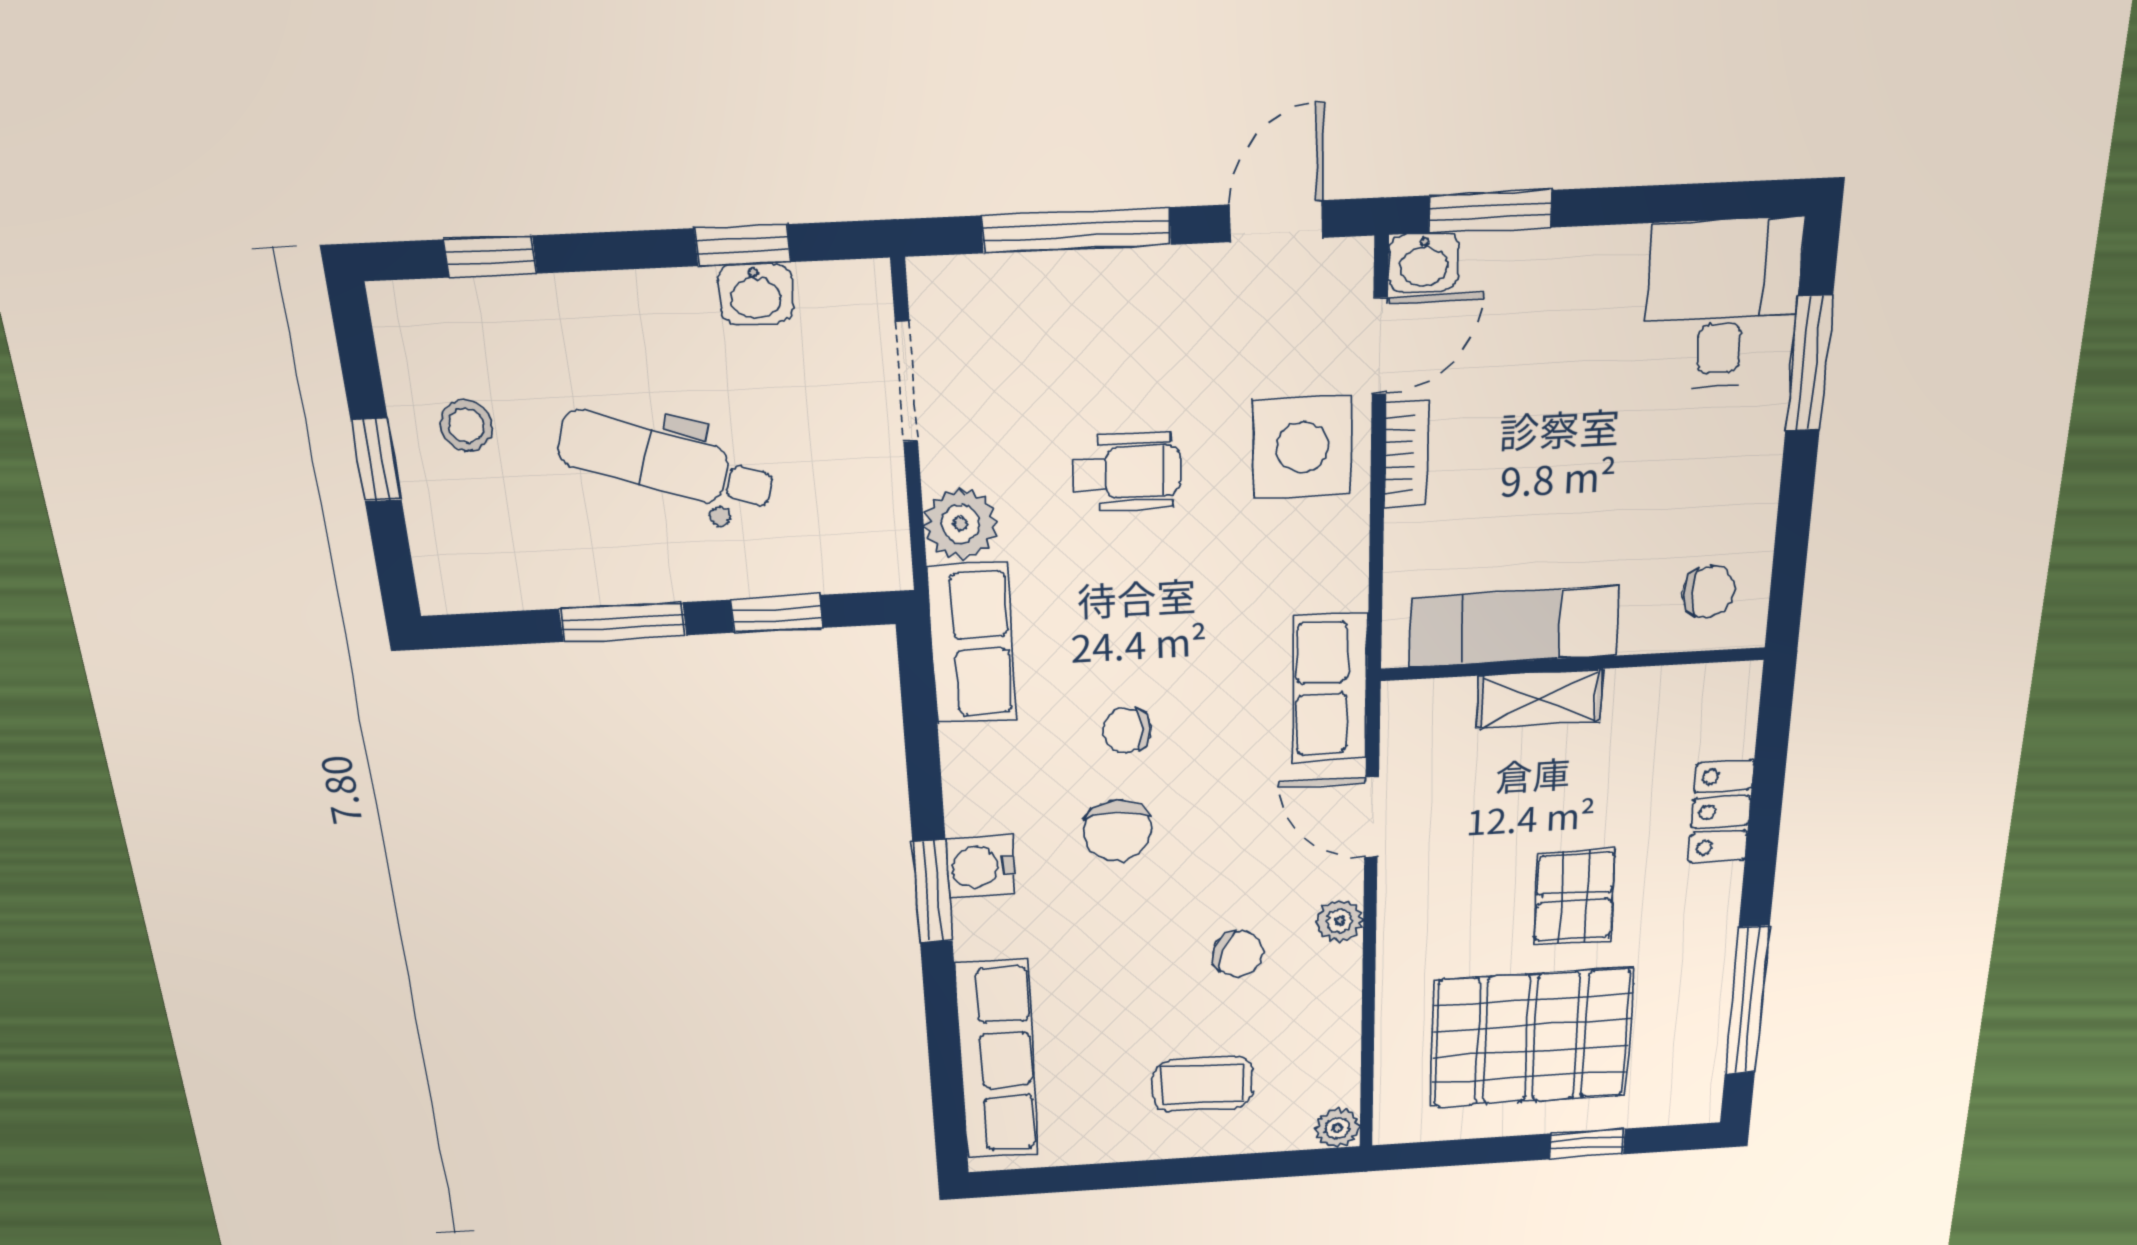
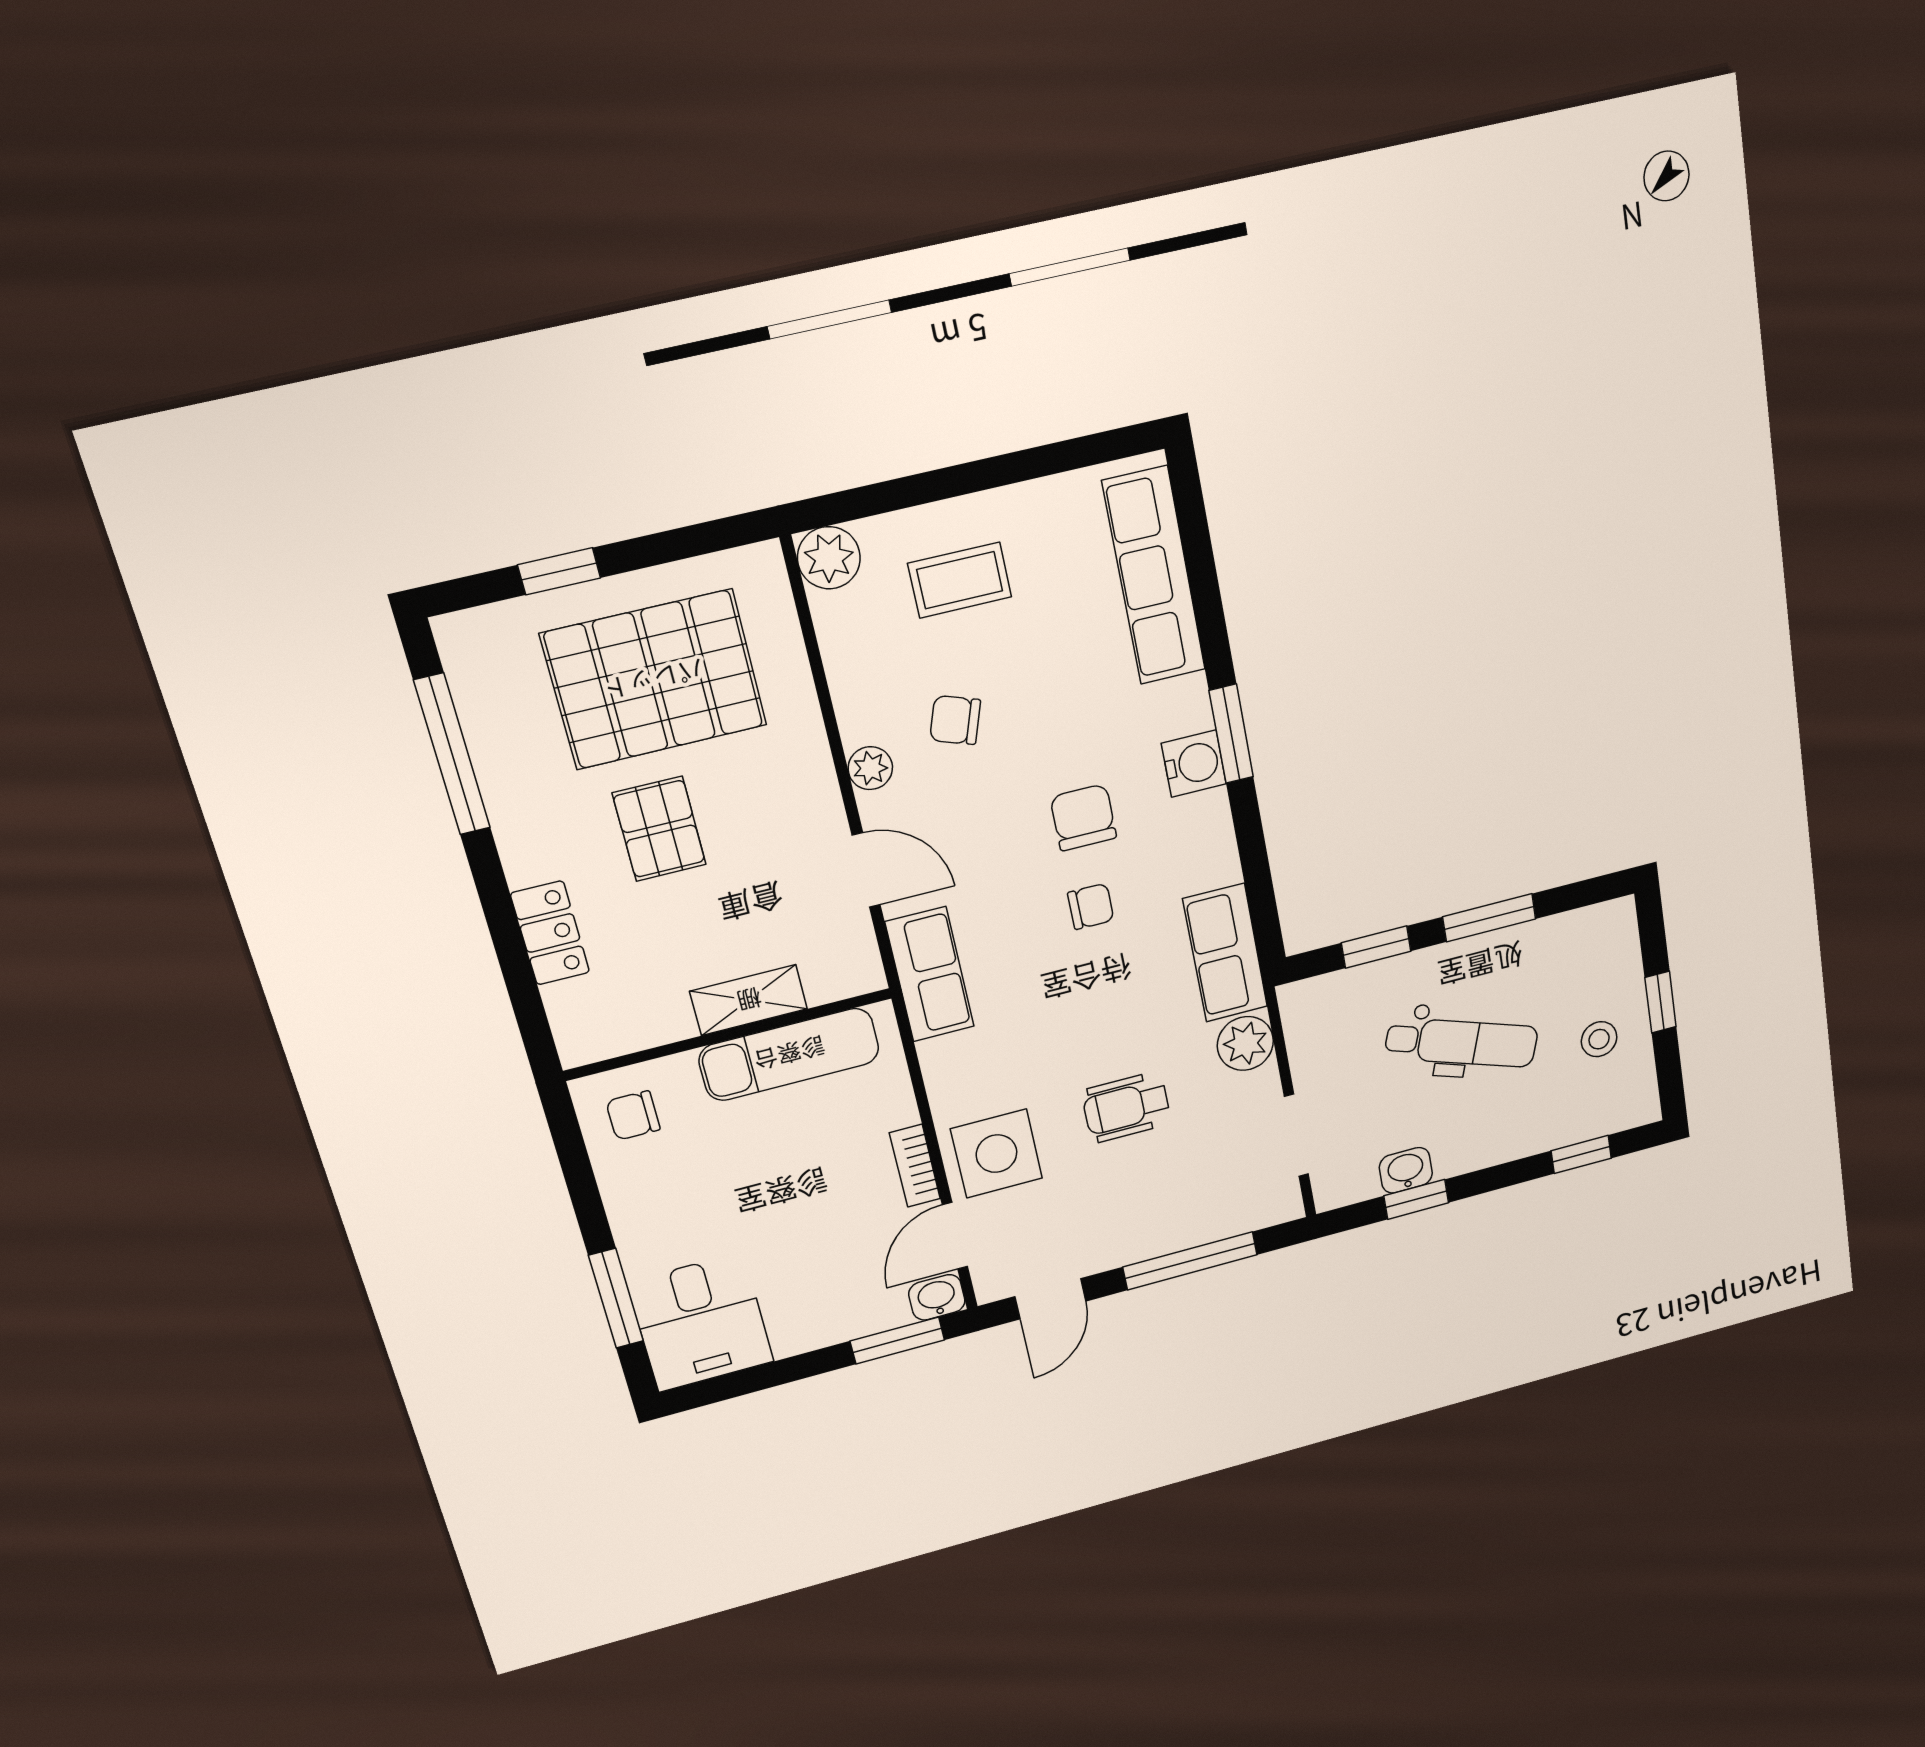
plant: (1337, 1128) -> (829, 558), width x1.38, depth x1.38

